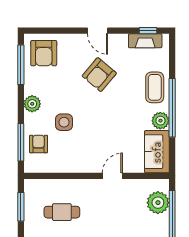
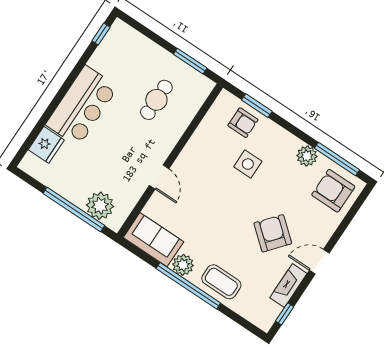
fireplace: (145, 41) -> (288, 286), moved
plant: (32, 104) -> (307, 156), moved
window: (21, 142) -> (257, 106), width x0.69

